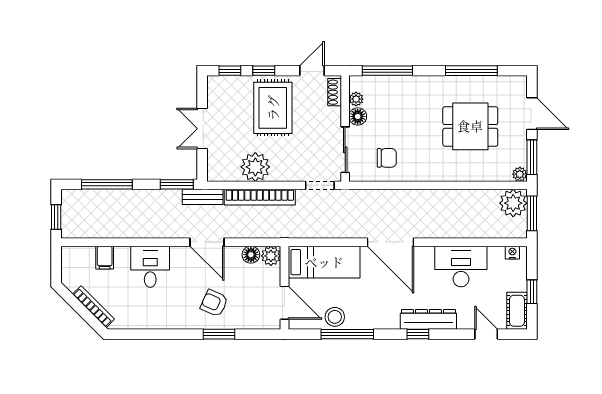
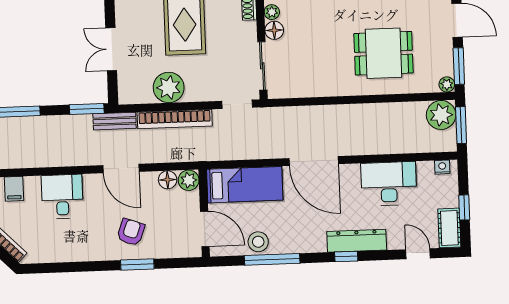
dining table: (470, 126) -> (384, 53), moved
chair: (387, 158) -> (306, 73), removed
armchair: (214, 303) -> (131, 232), turned 86

